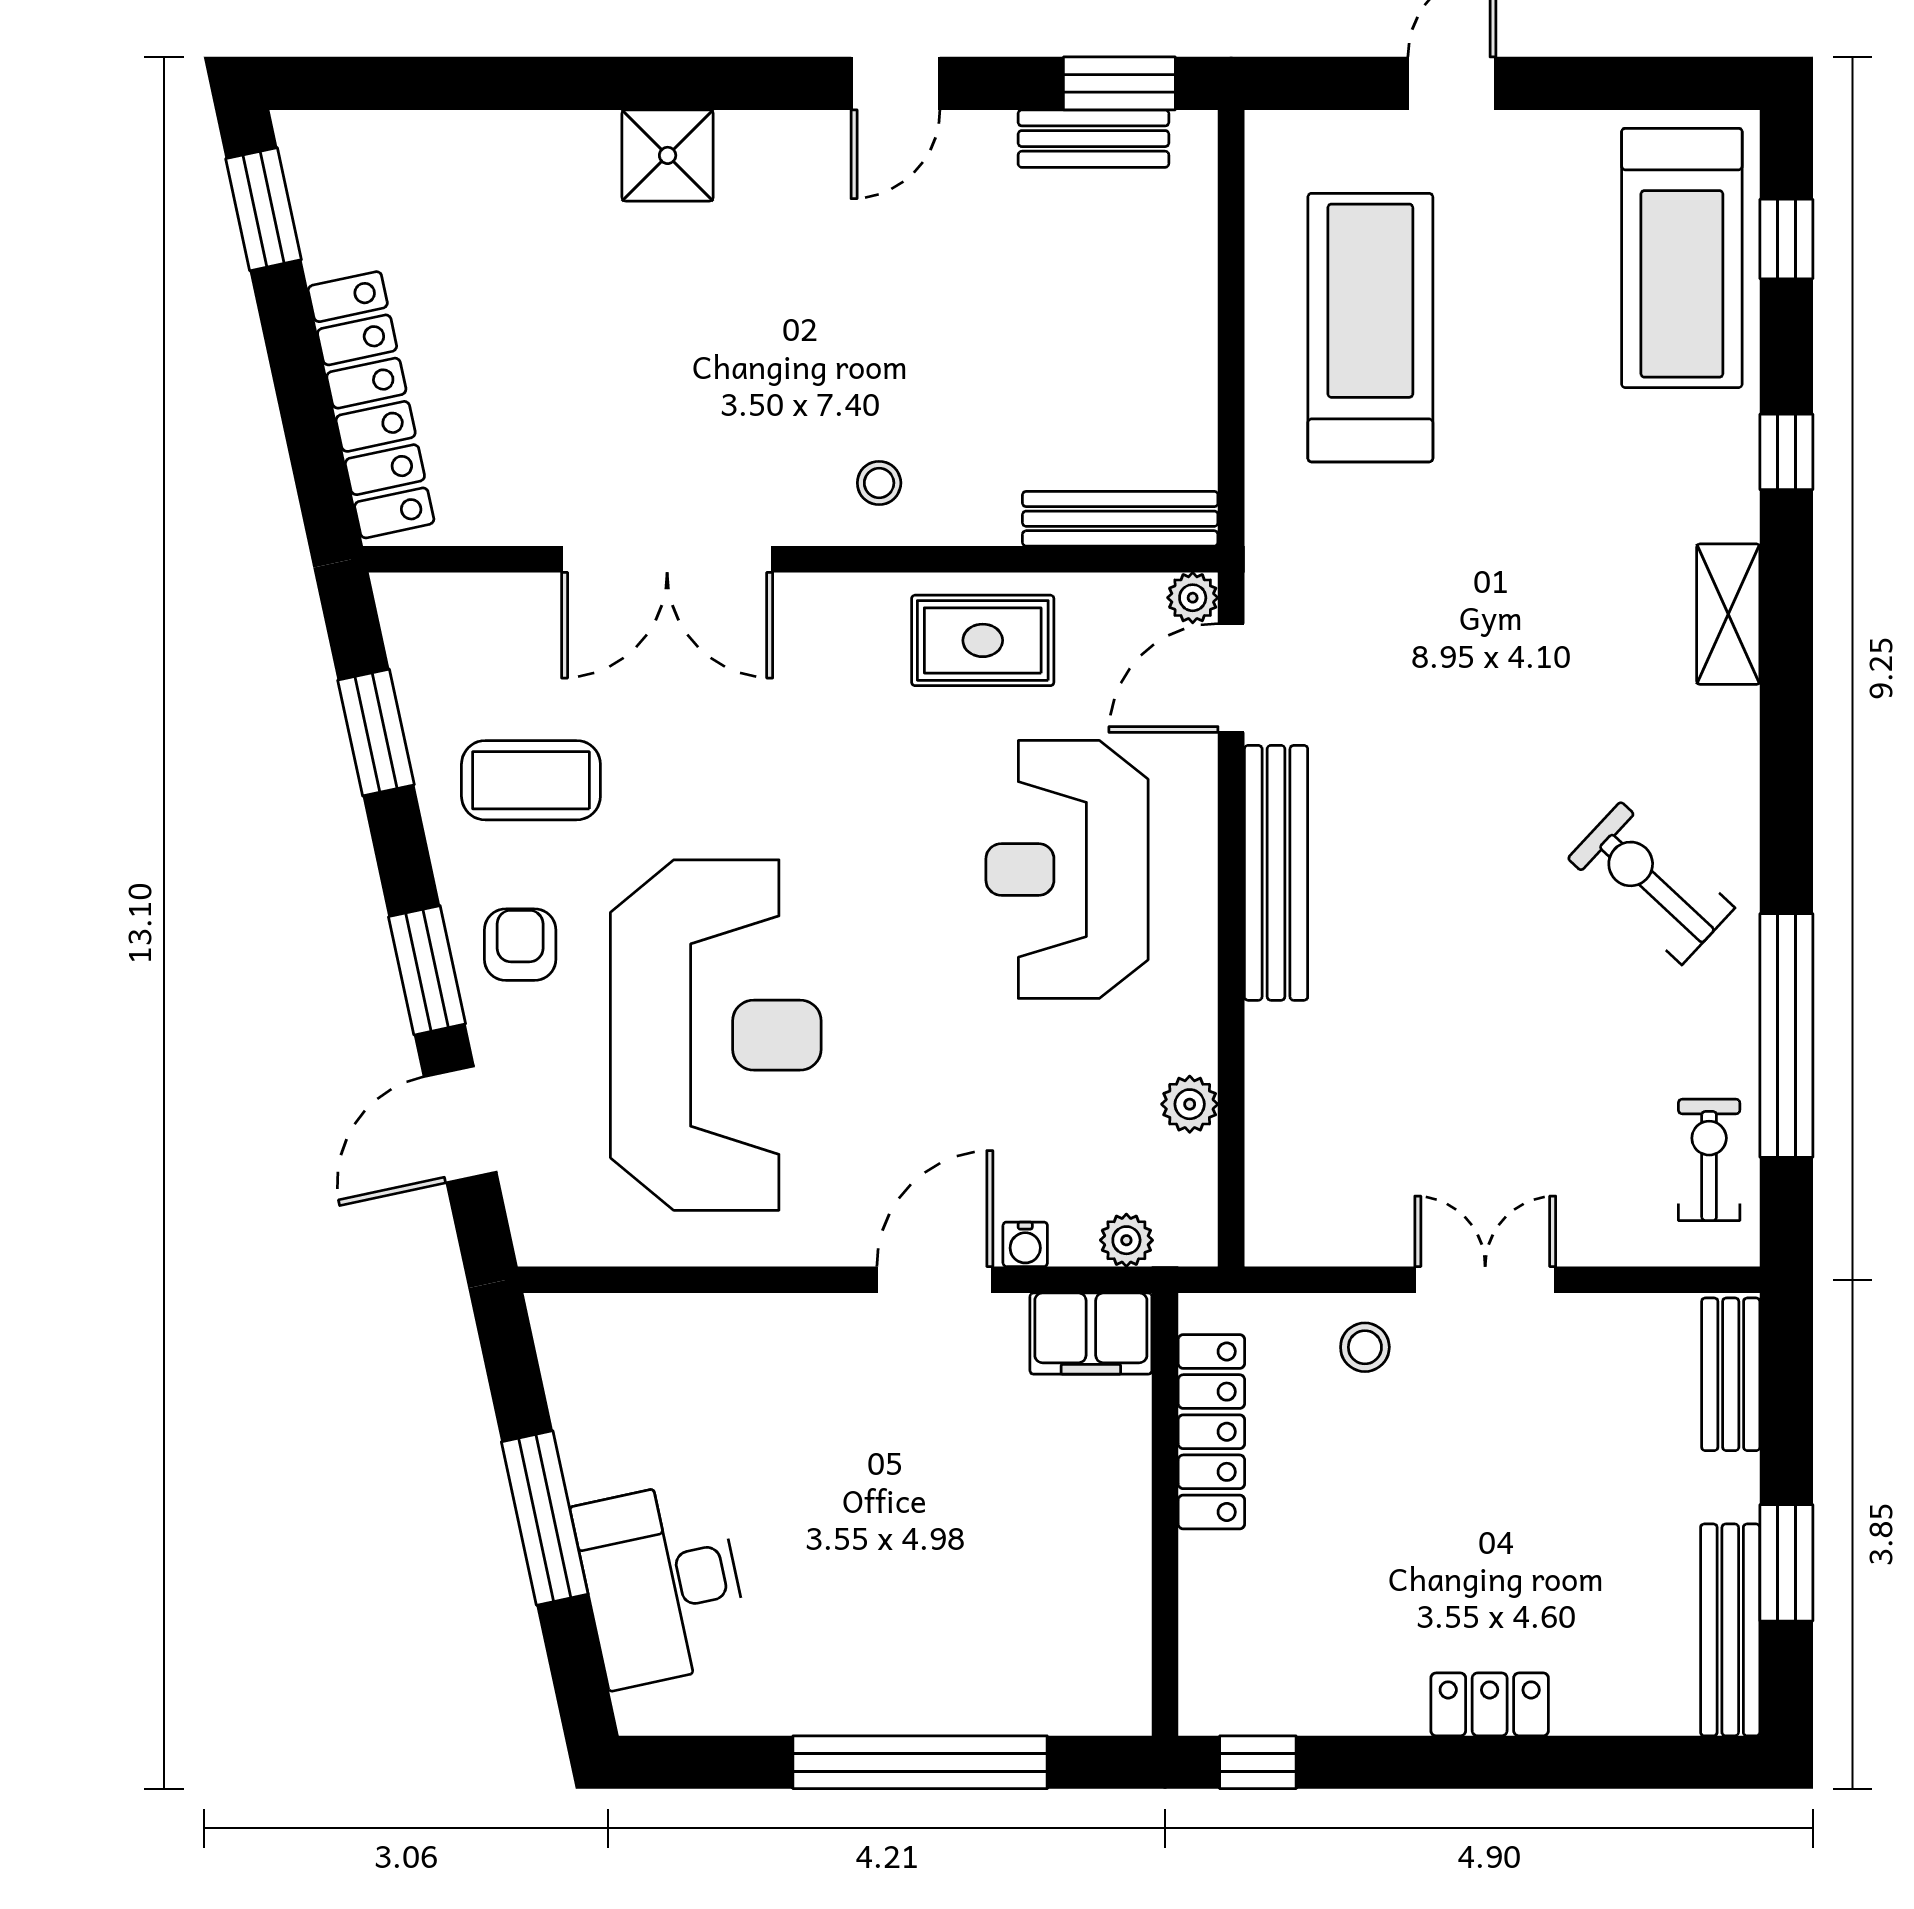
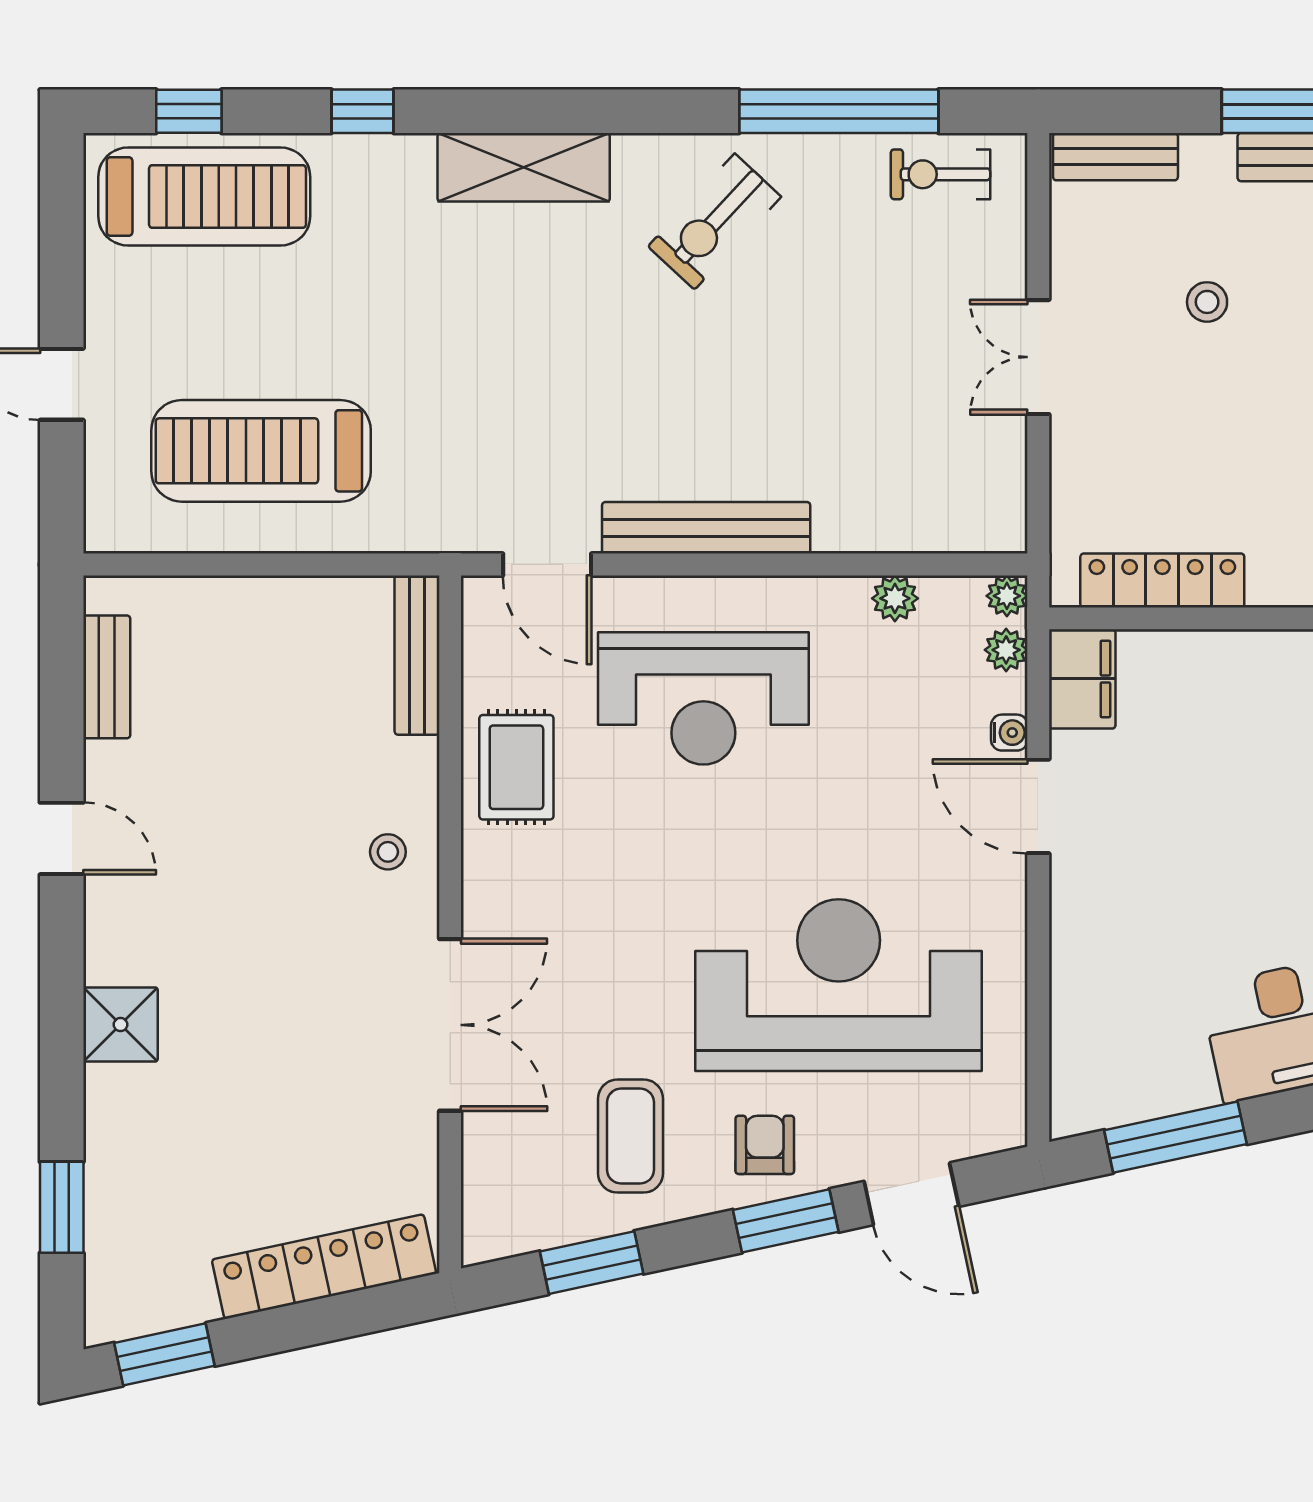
window: (1119, 83) -> (62, 1207), moved
plant: (1193, 598) -> (1007, 596), moved
shelving: (1728, 614) -> (524, 167), width x1.50, depth x1.33
armchair: (520, 945) -> (765, 1145), turned 90
stool: (1365, 1347) -> (1207, 302), moved
window: (545, 1518) -> (1175, 1137), moved

